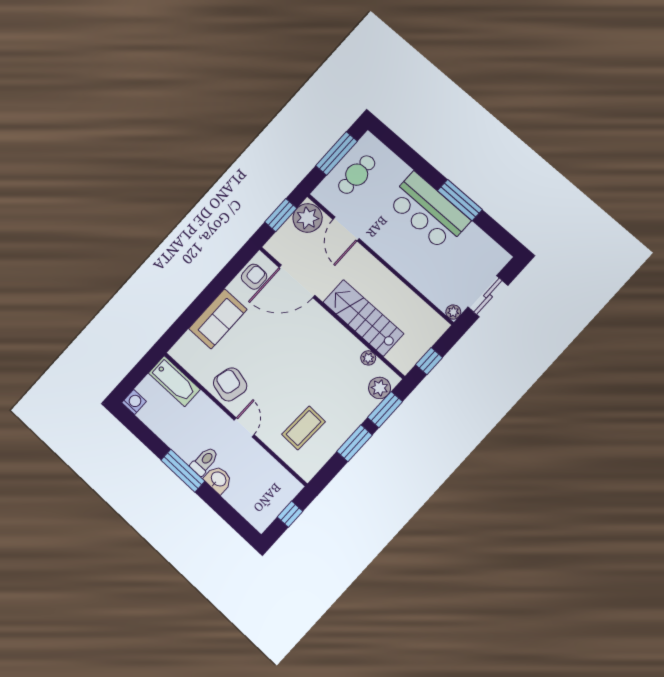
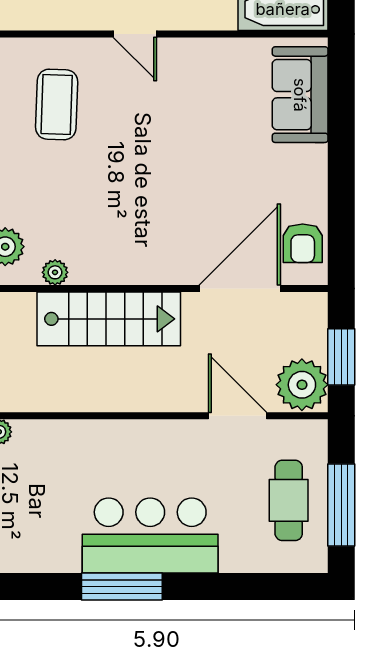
sofa: (218, 319) -> (300, 95), moved
armchair: (230, 384) -> (205, 73), removed

